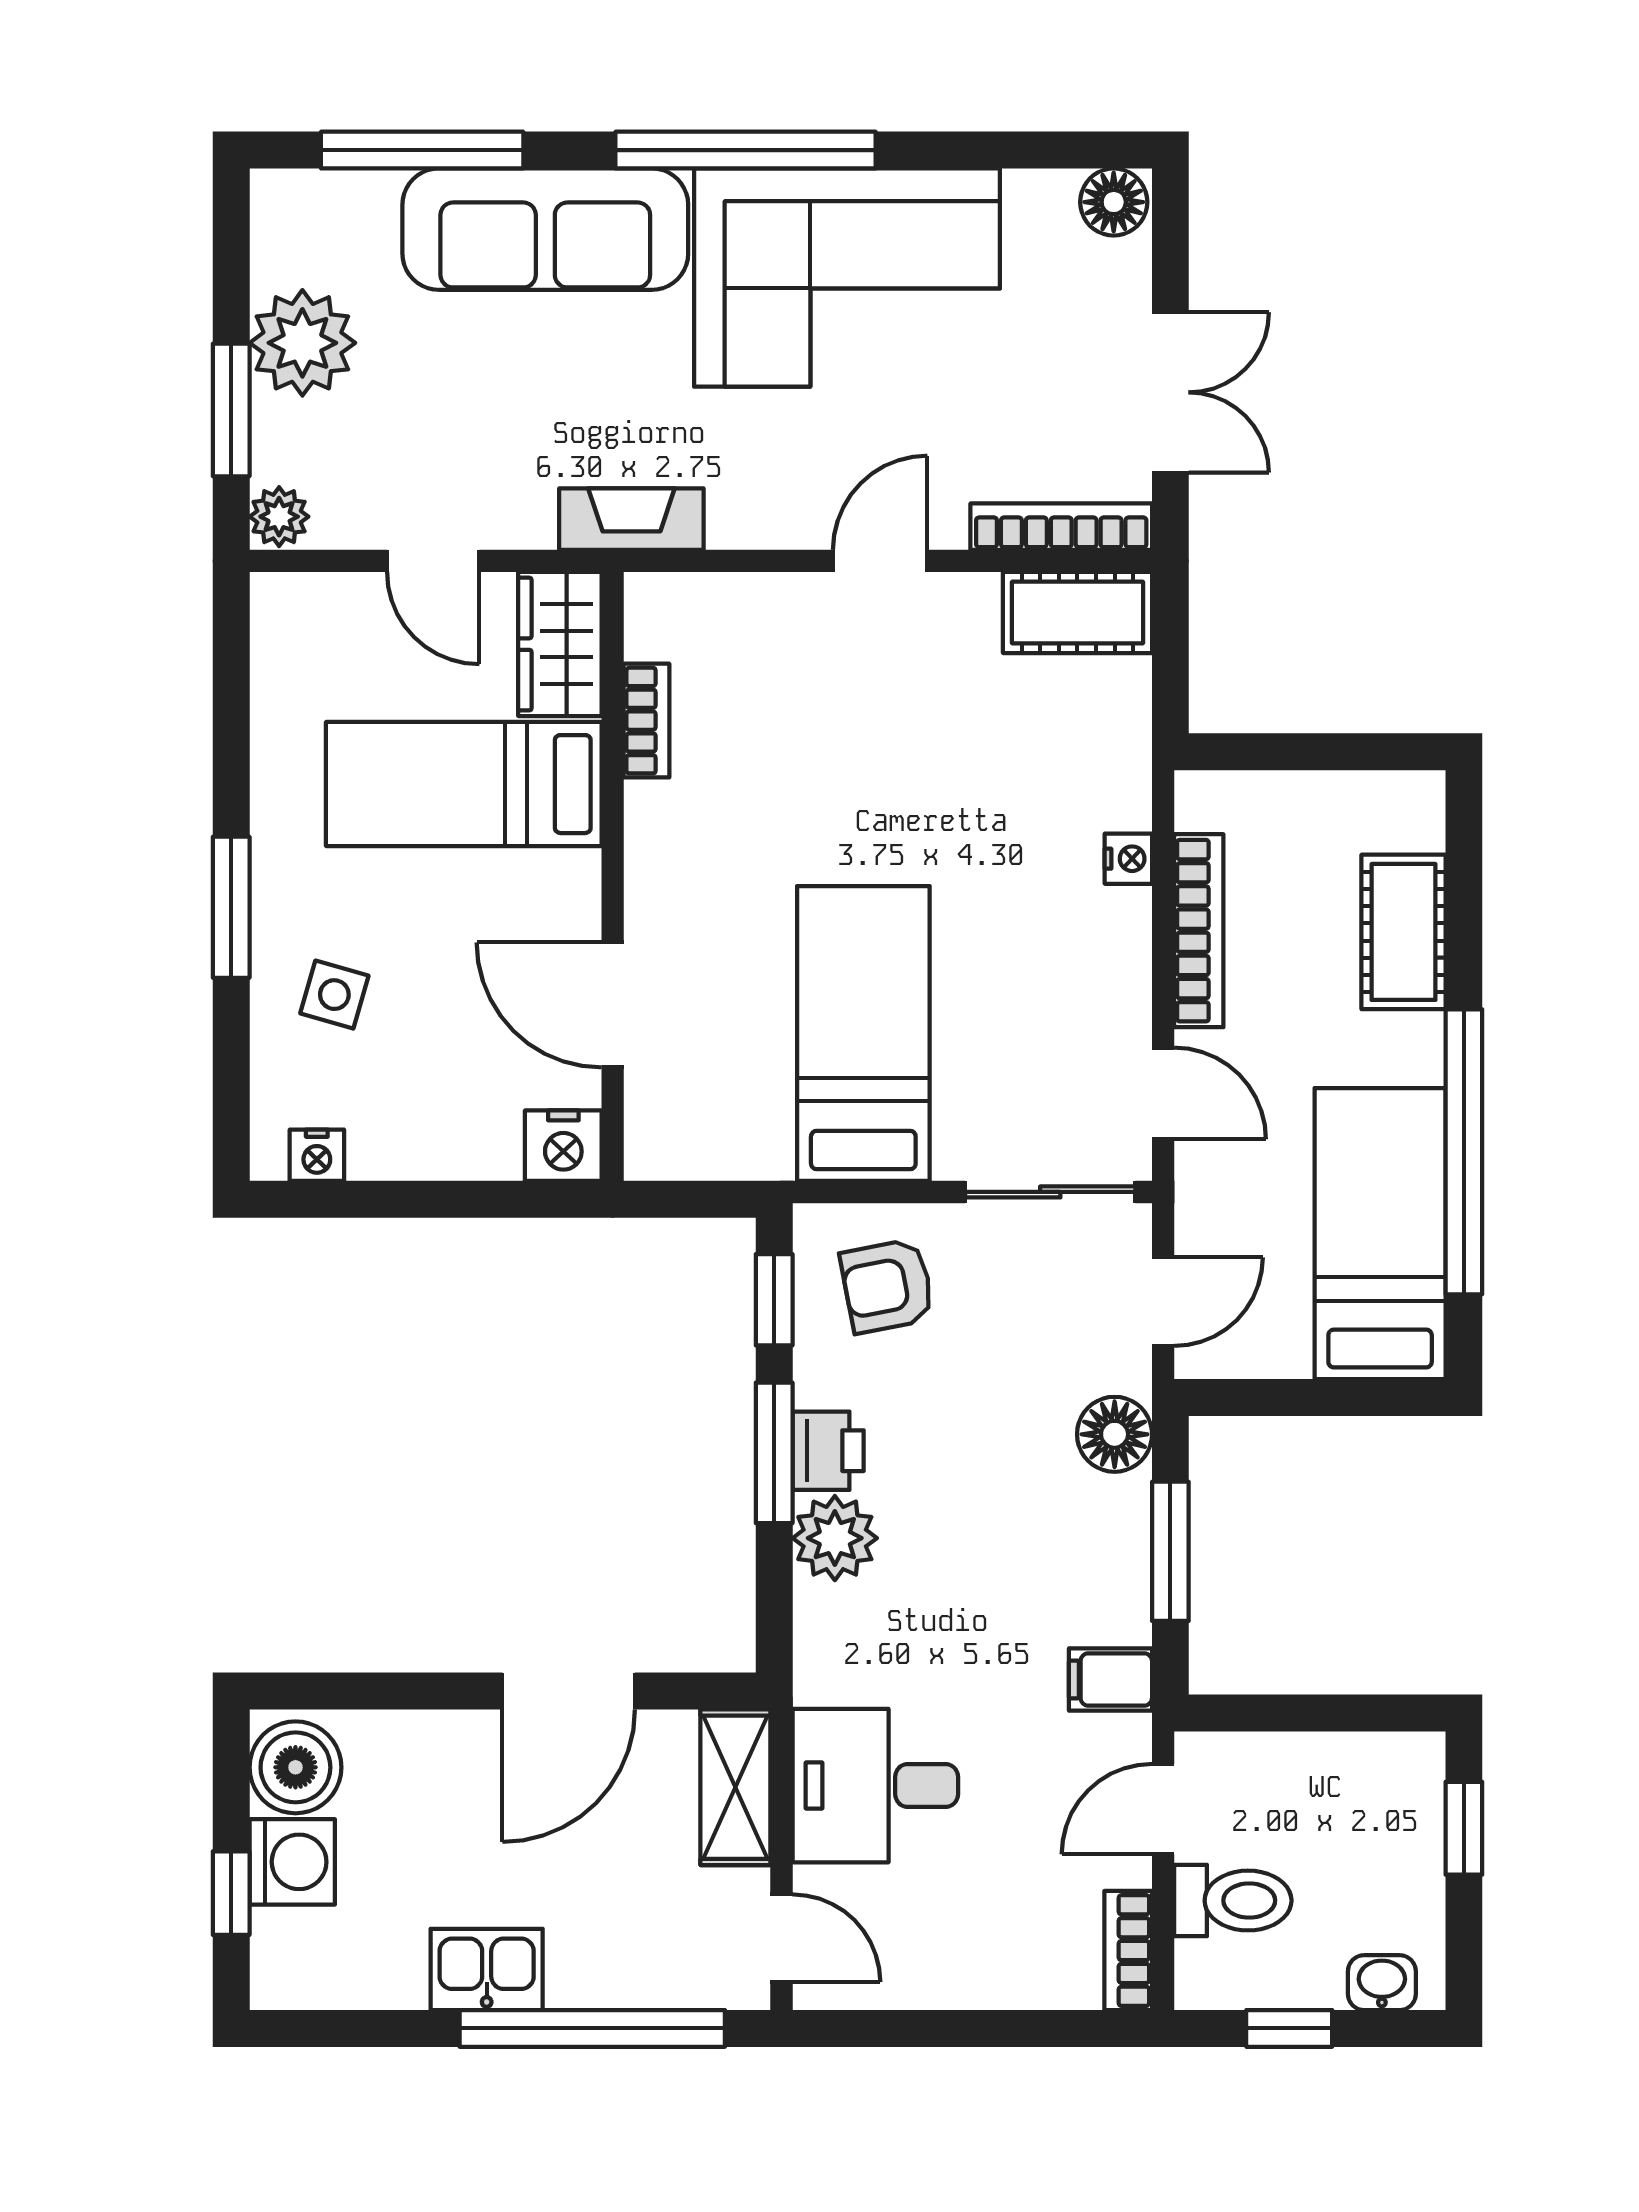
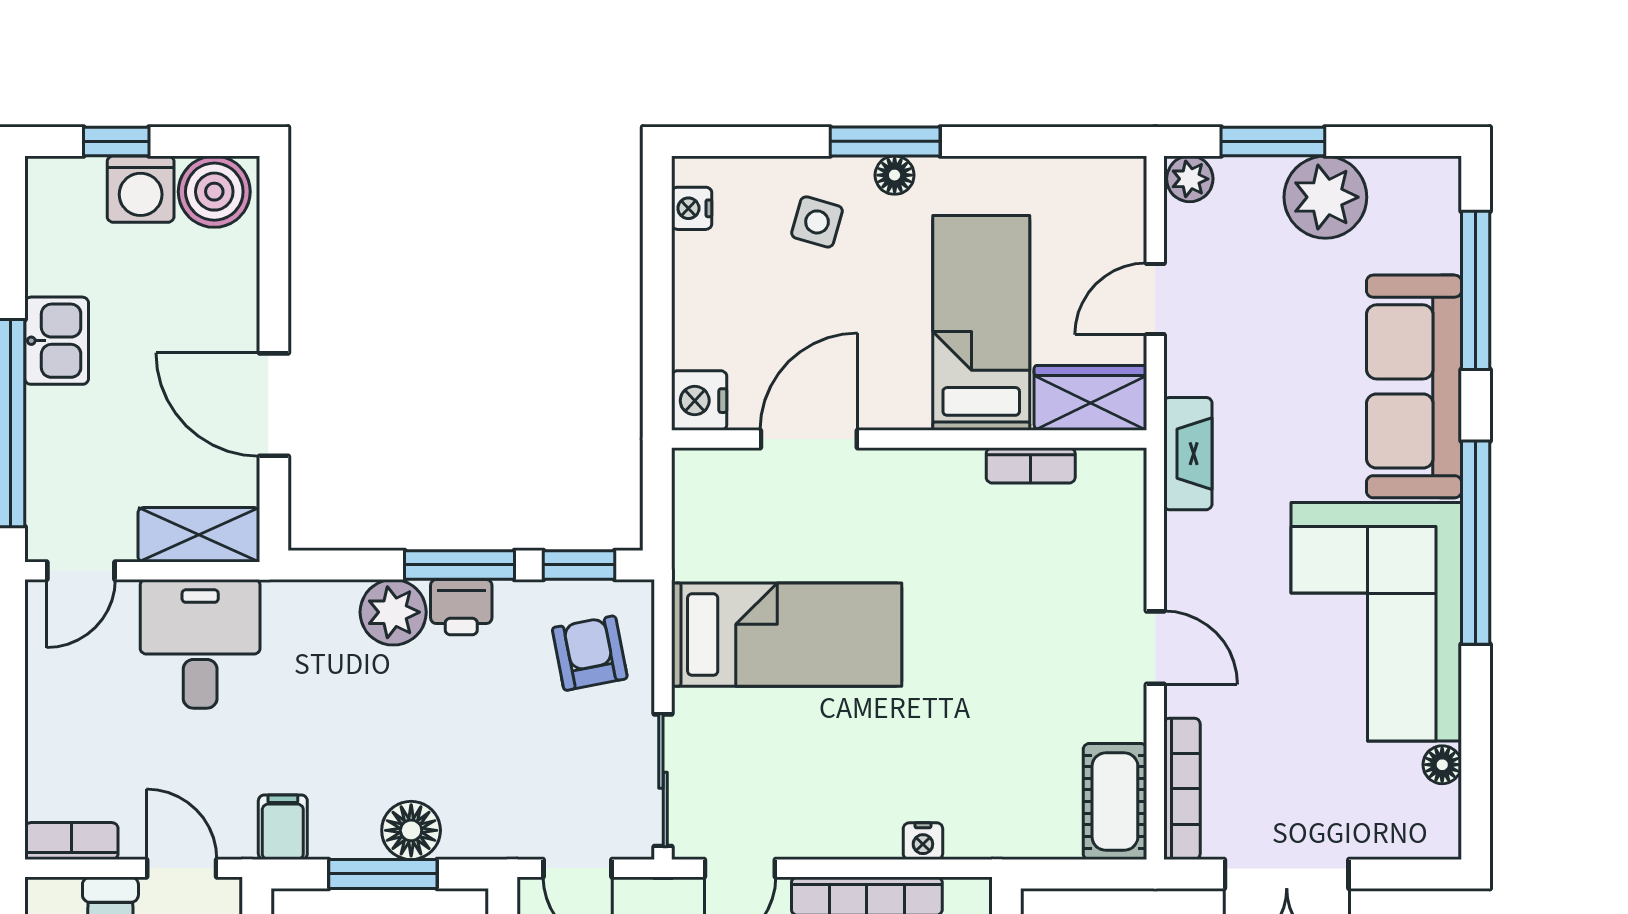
floor lamp: (1114, 202) -> (1442, 765), moved, width x0.73, depth x0.73
floor lamp: (274, 895) -> (895, 175), added
floor lamp: (1115, 1434) -> (411, 830), moved

